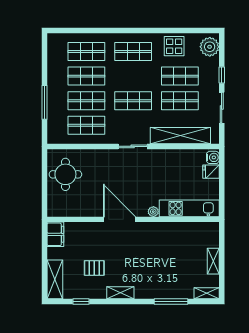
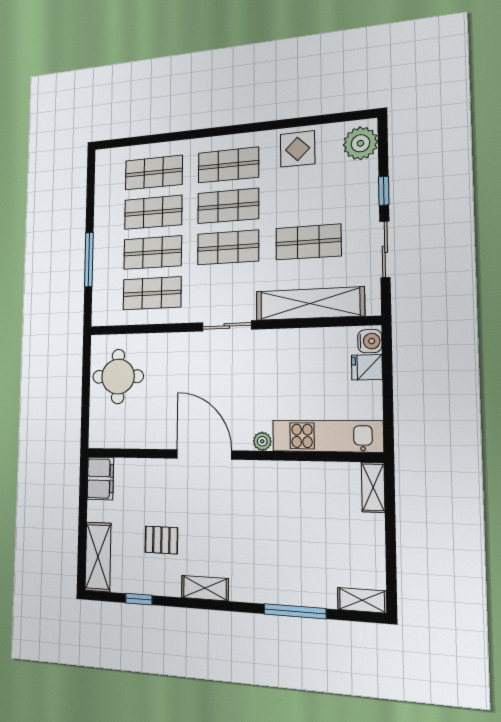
shop shelf: (180, 76) -> (228, 206), moved
shelving: (213, 261) -> (373, 487), moved

